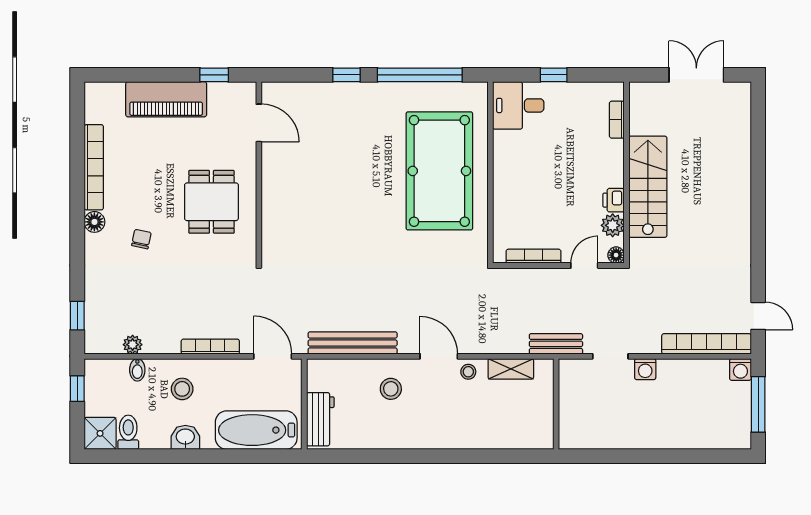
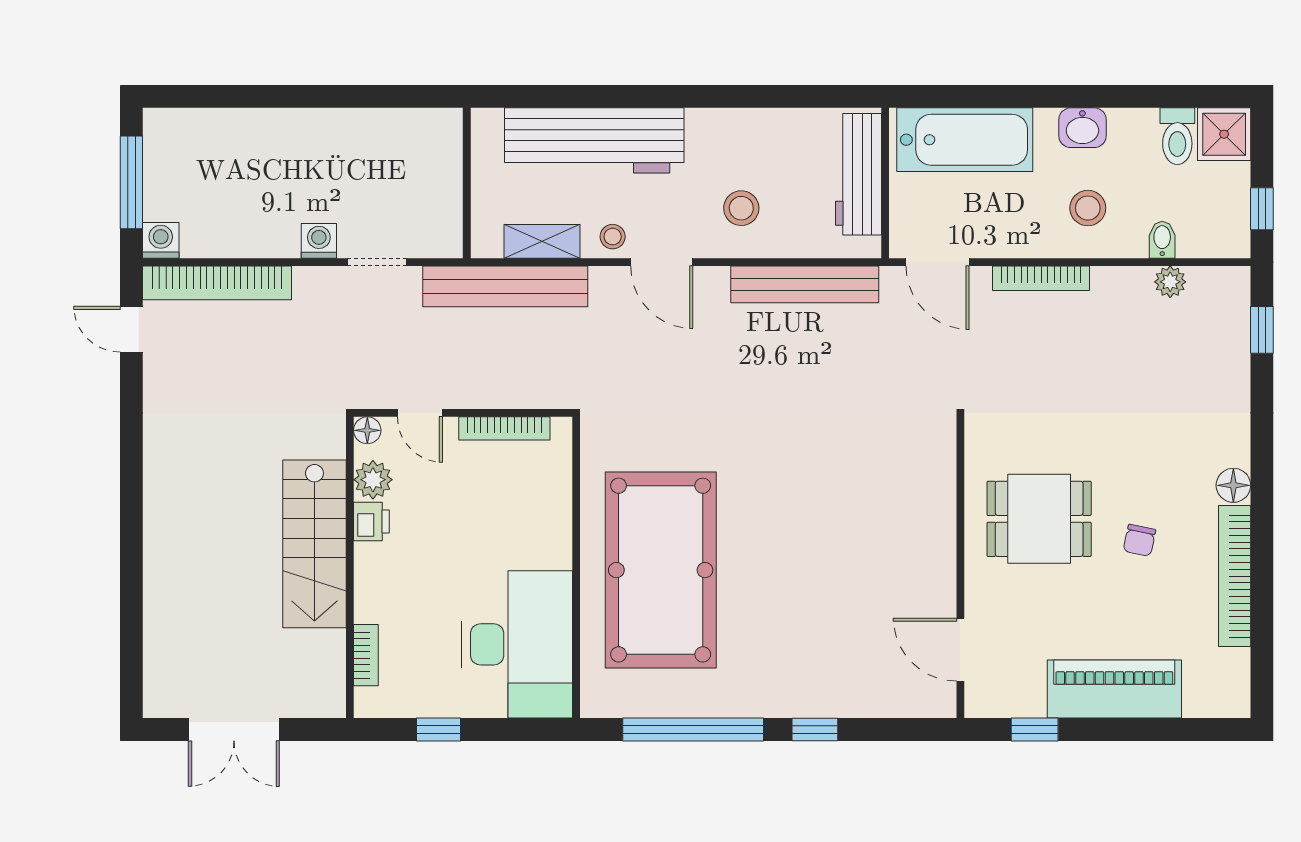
window: (554, 75) -> (438, 730), moved
desk: (518, 105) -> (517, 644), width x1.87, depth x1.30
dining table: (211, 202) -> (1039, 519), turned 90
chair: (141, 239) -> (1139, 540), moved
door: (584, 266) -> (420, 413), hinge flipped
bench: (556, 344) -> (505, 286), width x1.86, depth x1.21
workbench: (320, 419) -> (858, 174), width x1.38
workbench: (479, 430) -> (594, 140), added

